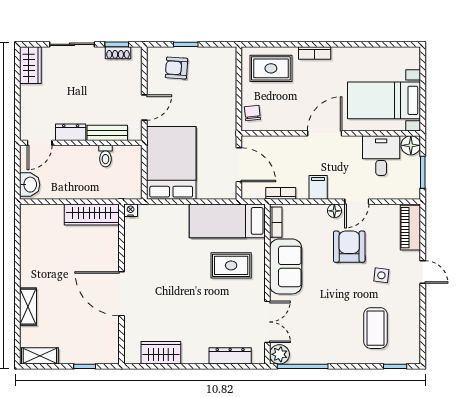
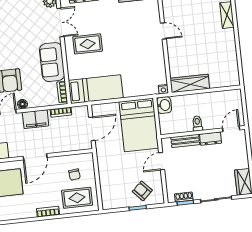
armchair: (176, 68) -> (142, 191), turned -137
chair: (252, 113) -> (74, 175), moved
toilet: (105, 156) -> (197, 123), moved
door: (239, 165) -> (92, 129), swing flipped
washbasin: (30, 185) -> (164, 105), moved, turned 180
filing cabinet: (318, 187) -> (36, 119), width x2.00
rug: (231, 265) -> (88, 44), moved
door: (122, 294) -> (163, 31), width x0.53
double door: (267, 322) -> (60, 22), swing flipped

